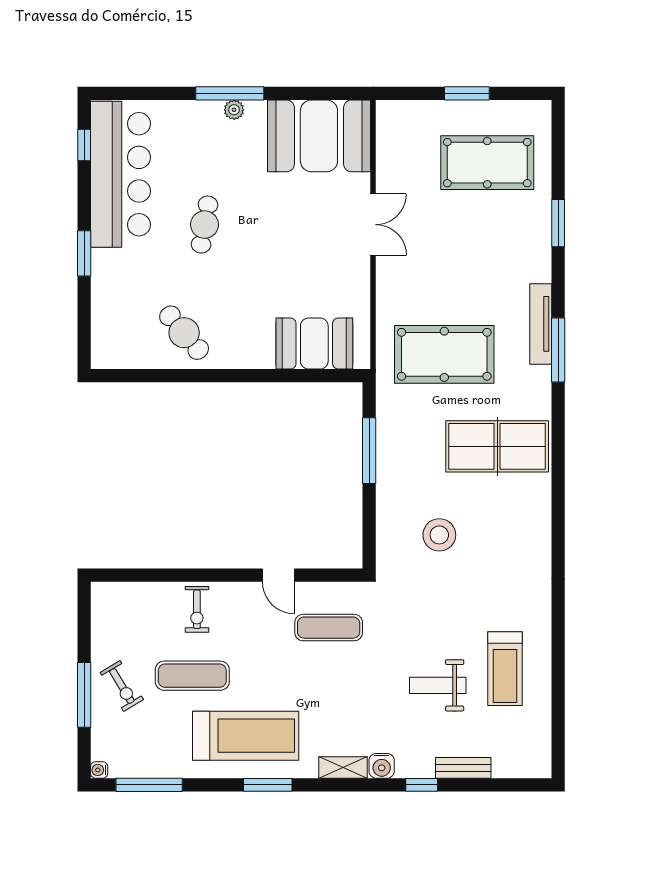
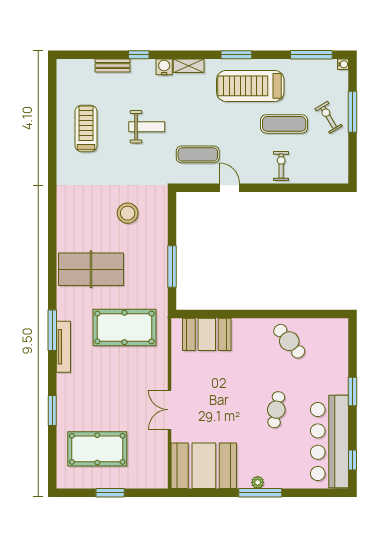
weight bench: (438, 685) -> (147, 127), moved

